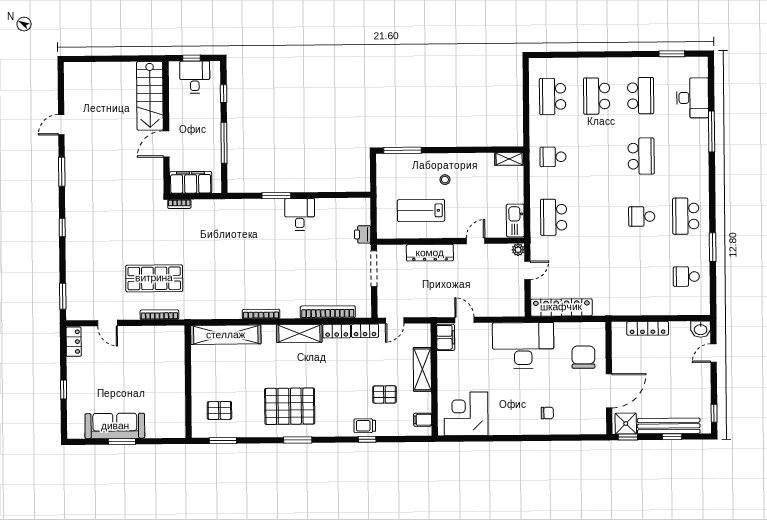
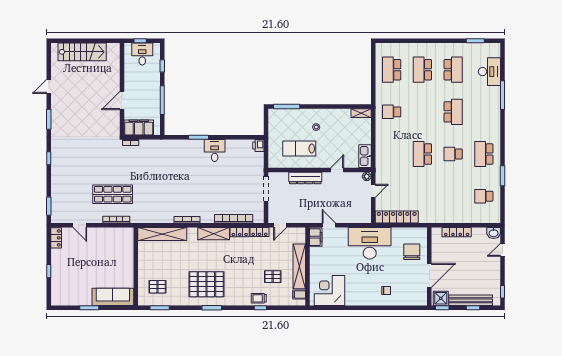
stairs: (150, 96) -> (82, 52), moved, turned -90
school desk: (554, 217) -> (422, 154), moved
printer: (363, 234) -> (258, 145), moved
shelving: (422, 369) -> (299, 266), width x1.47
sofa: (115, 426) -> (113, 297), moved

